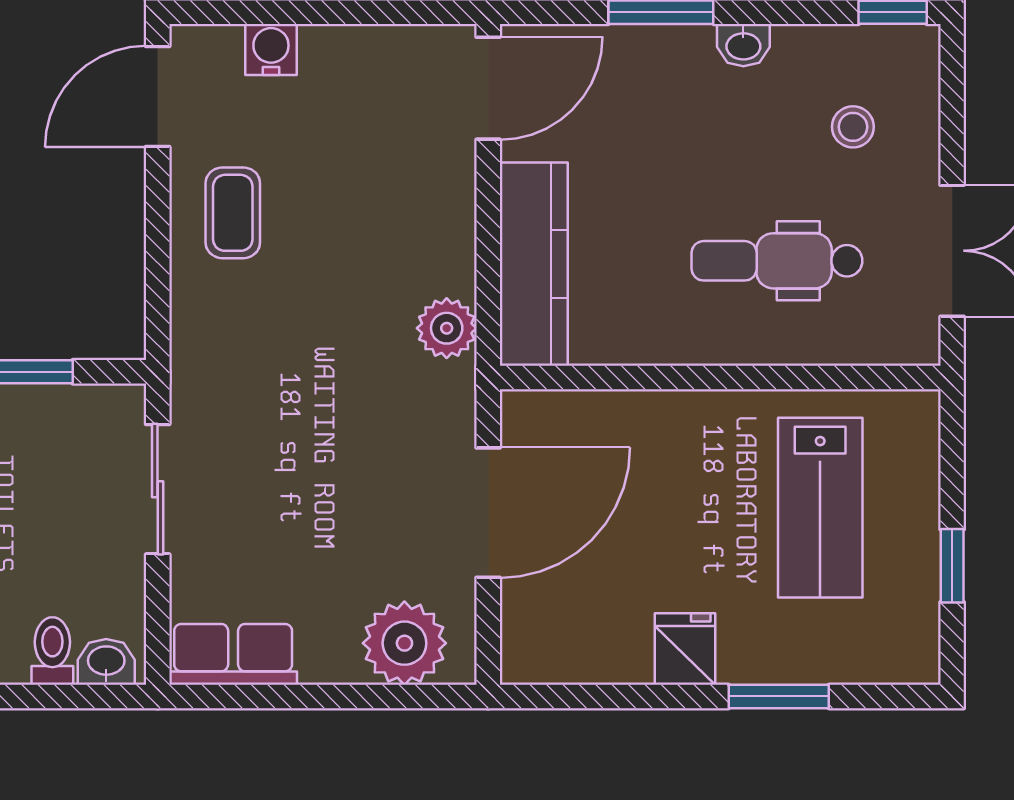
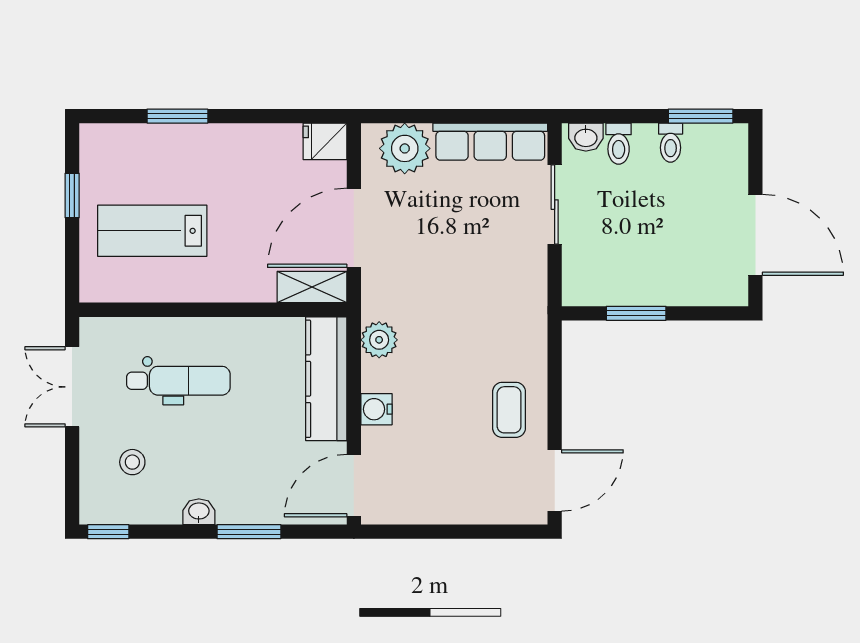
water cooler: (271, 50) -> (377, 409), moved, turned 90
shelving: (557, 415) -> (312, 287), added
sliding door: (158, 489) -> (555, 205), moved
lab bench: (820, 508) -> (152, 231), turned -90
fridge: (685, 649) -> (325, 141), moved, turned 90
row of seats: (233, 654) -> (490, 142), width x1.48

